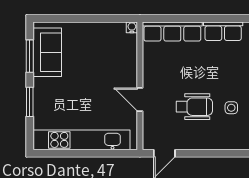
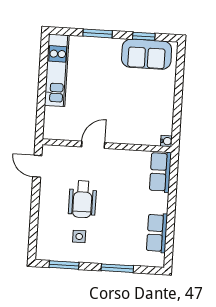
row of seats: (172, 32) -> (160, 172), width x0.68
window: (30, 56) -> (144, 36), width x0.67
kitchen unit: (82, 140) -> (57, 70), width x0.73

